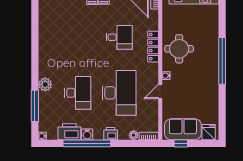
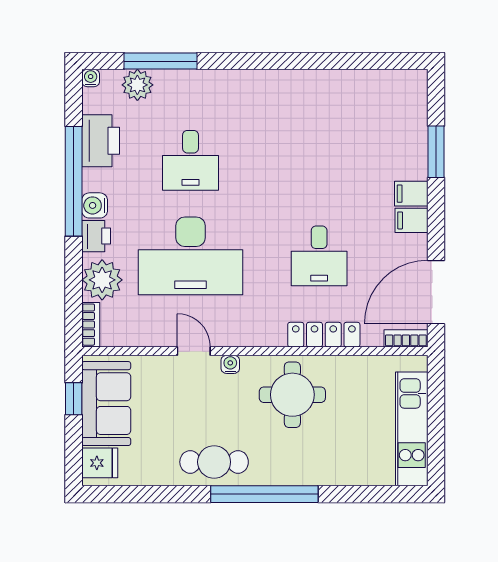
locker: (153, 47) -> (324, 335), moved
cafe table: (208, 83) -> (214, 462), added
plant: (45, 84) -> (137, 85), moved
desk: (78, 93) -> (191, 160), width x0.73
water cooler: (87, 134) -> (95, 205), moved
plant: (134, 135) -> (102, 280), width x1.88, depth x1.88

